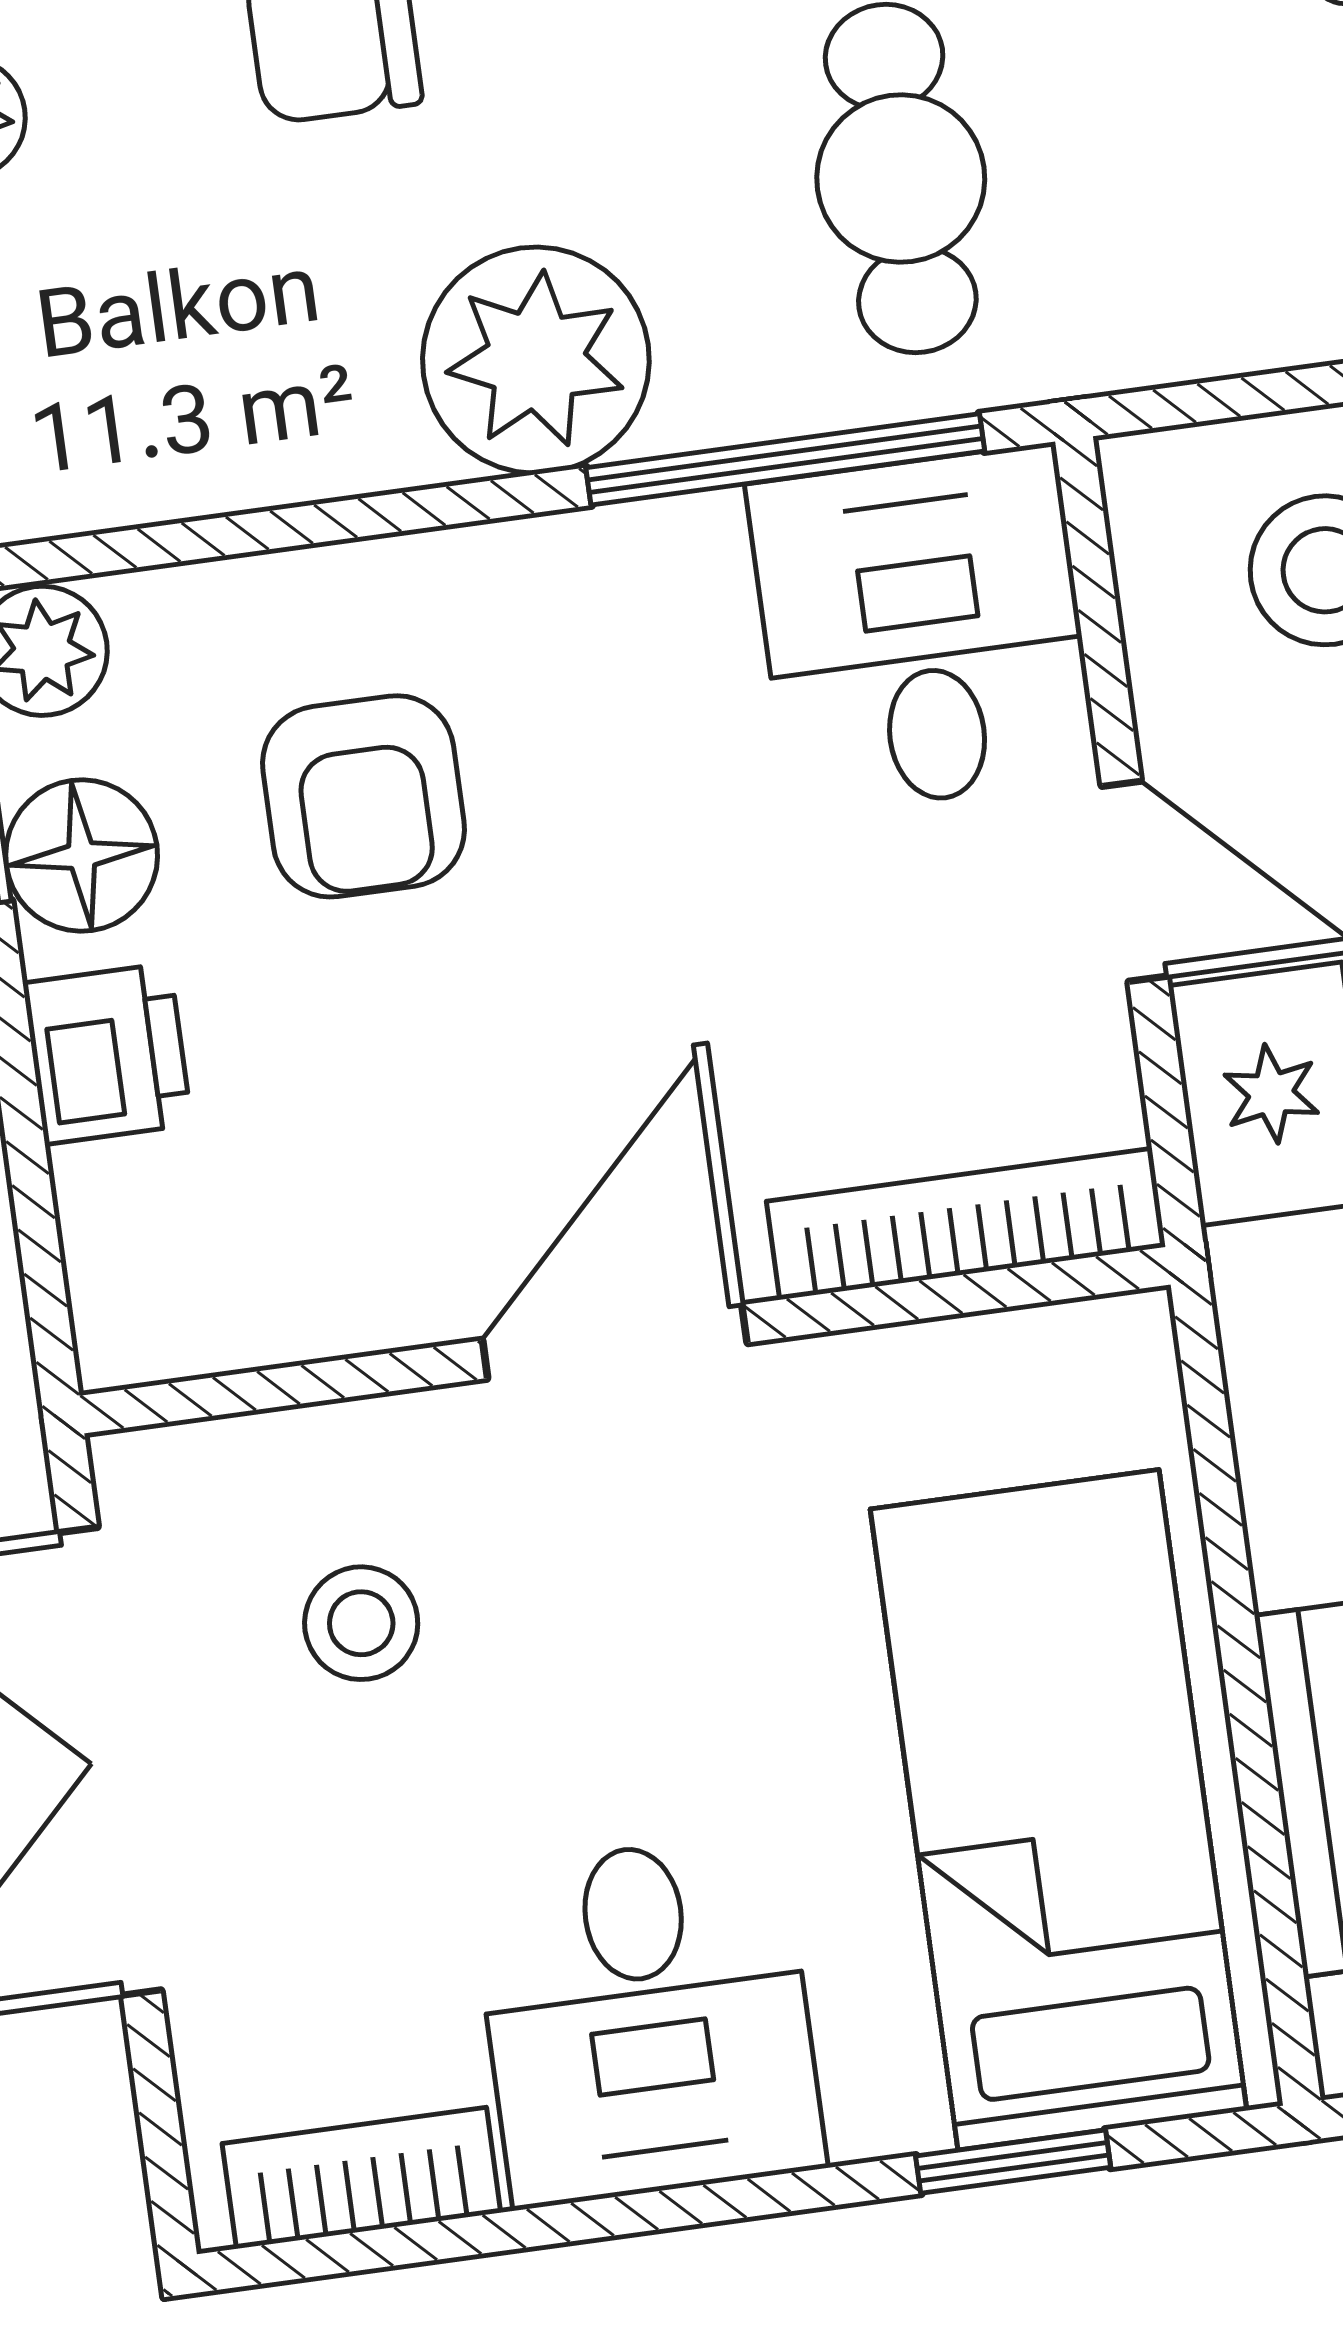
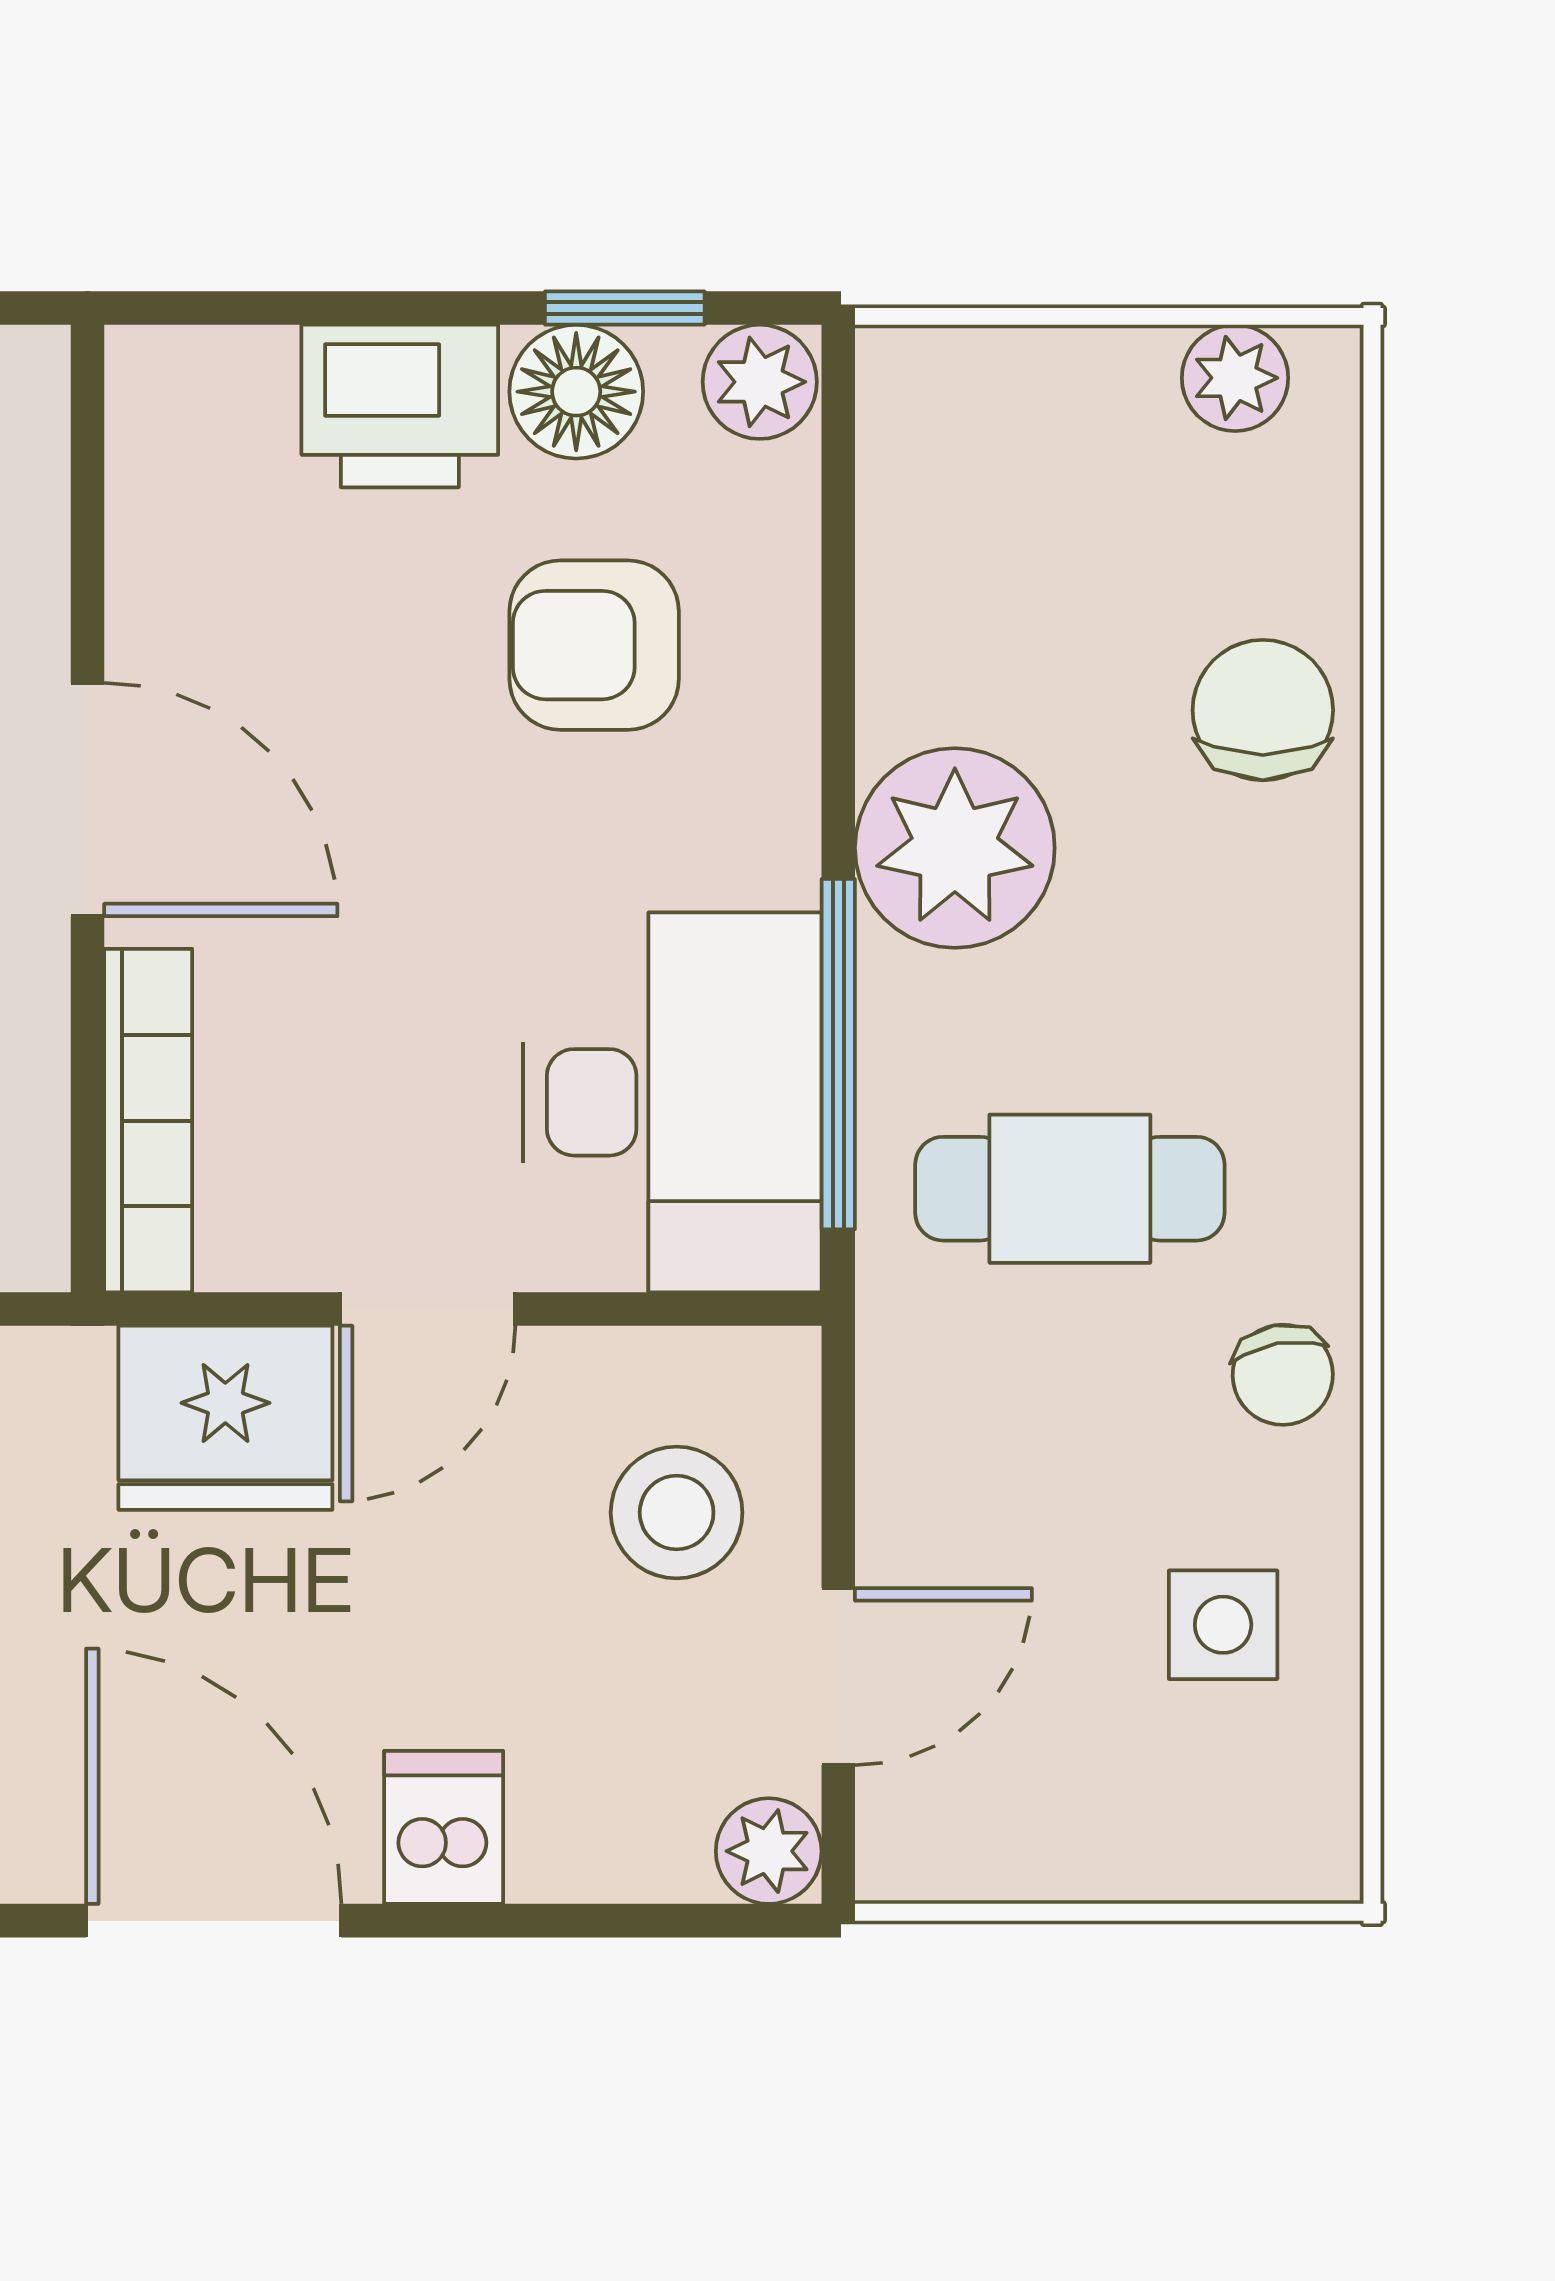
desk: (923, 630) -> (672, 1102), width x1.37
printer: (107, 1054) -> (400, 406), width x1.36, depth x1.24

